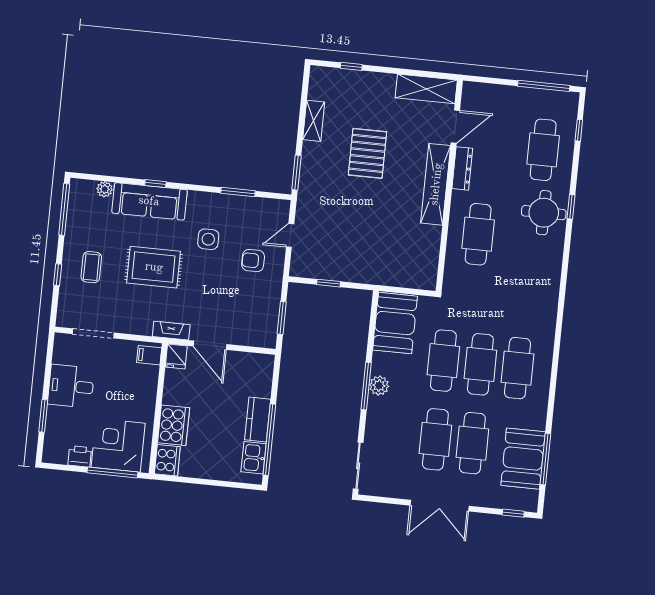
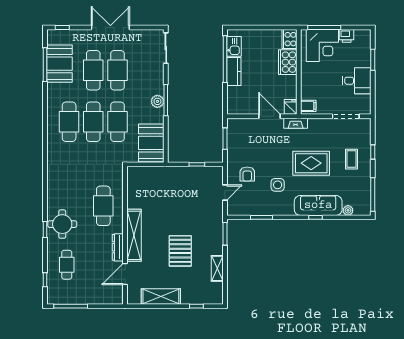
shelving: (426, 89) -> (161, 296), moved
cafe table: (543, 150) -> (67, 265), width x0.73, depth x0.74
armchair: (253, 261) -> (247, 174), turned 90

